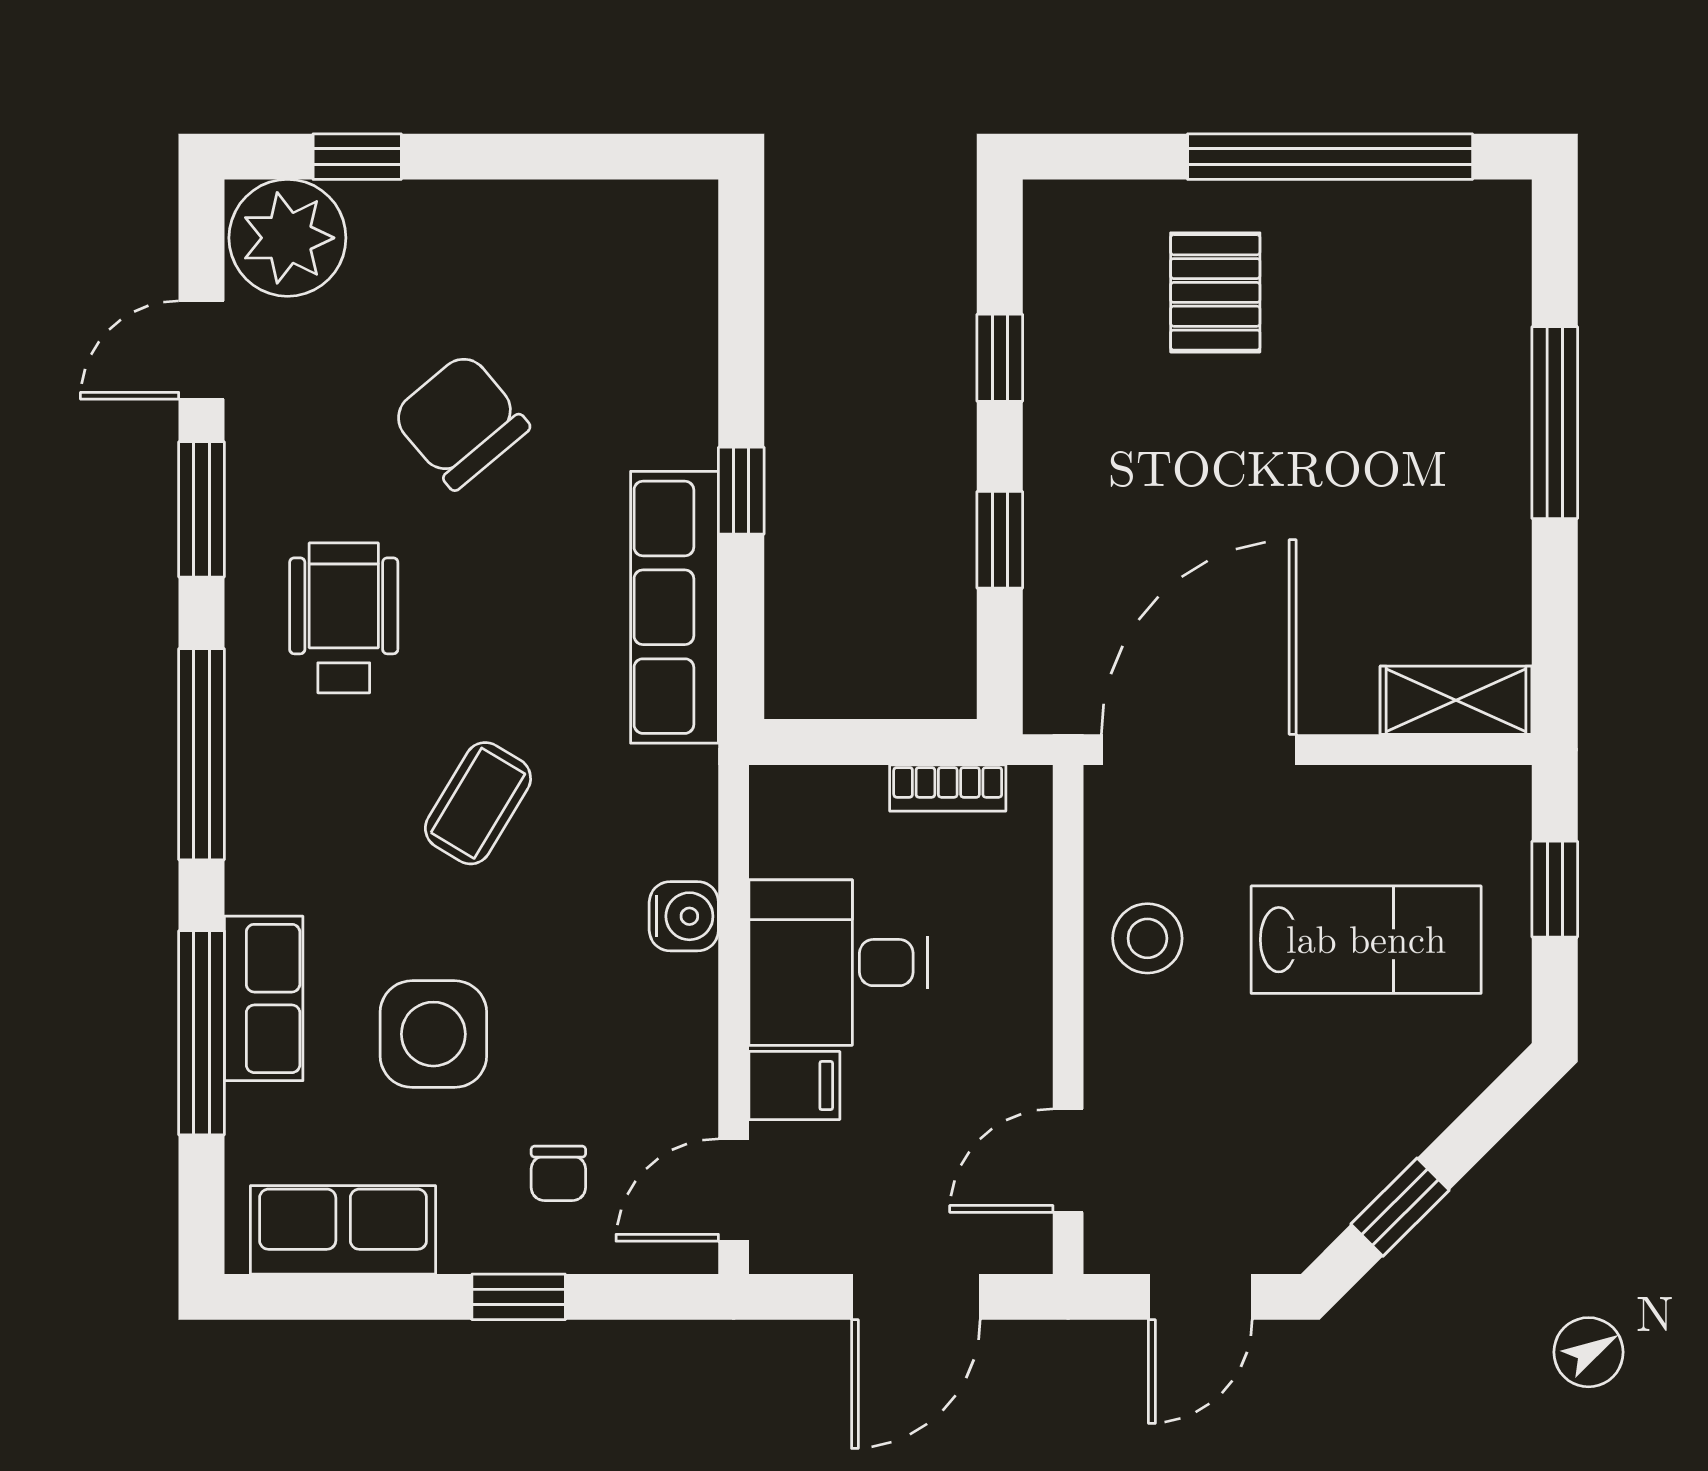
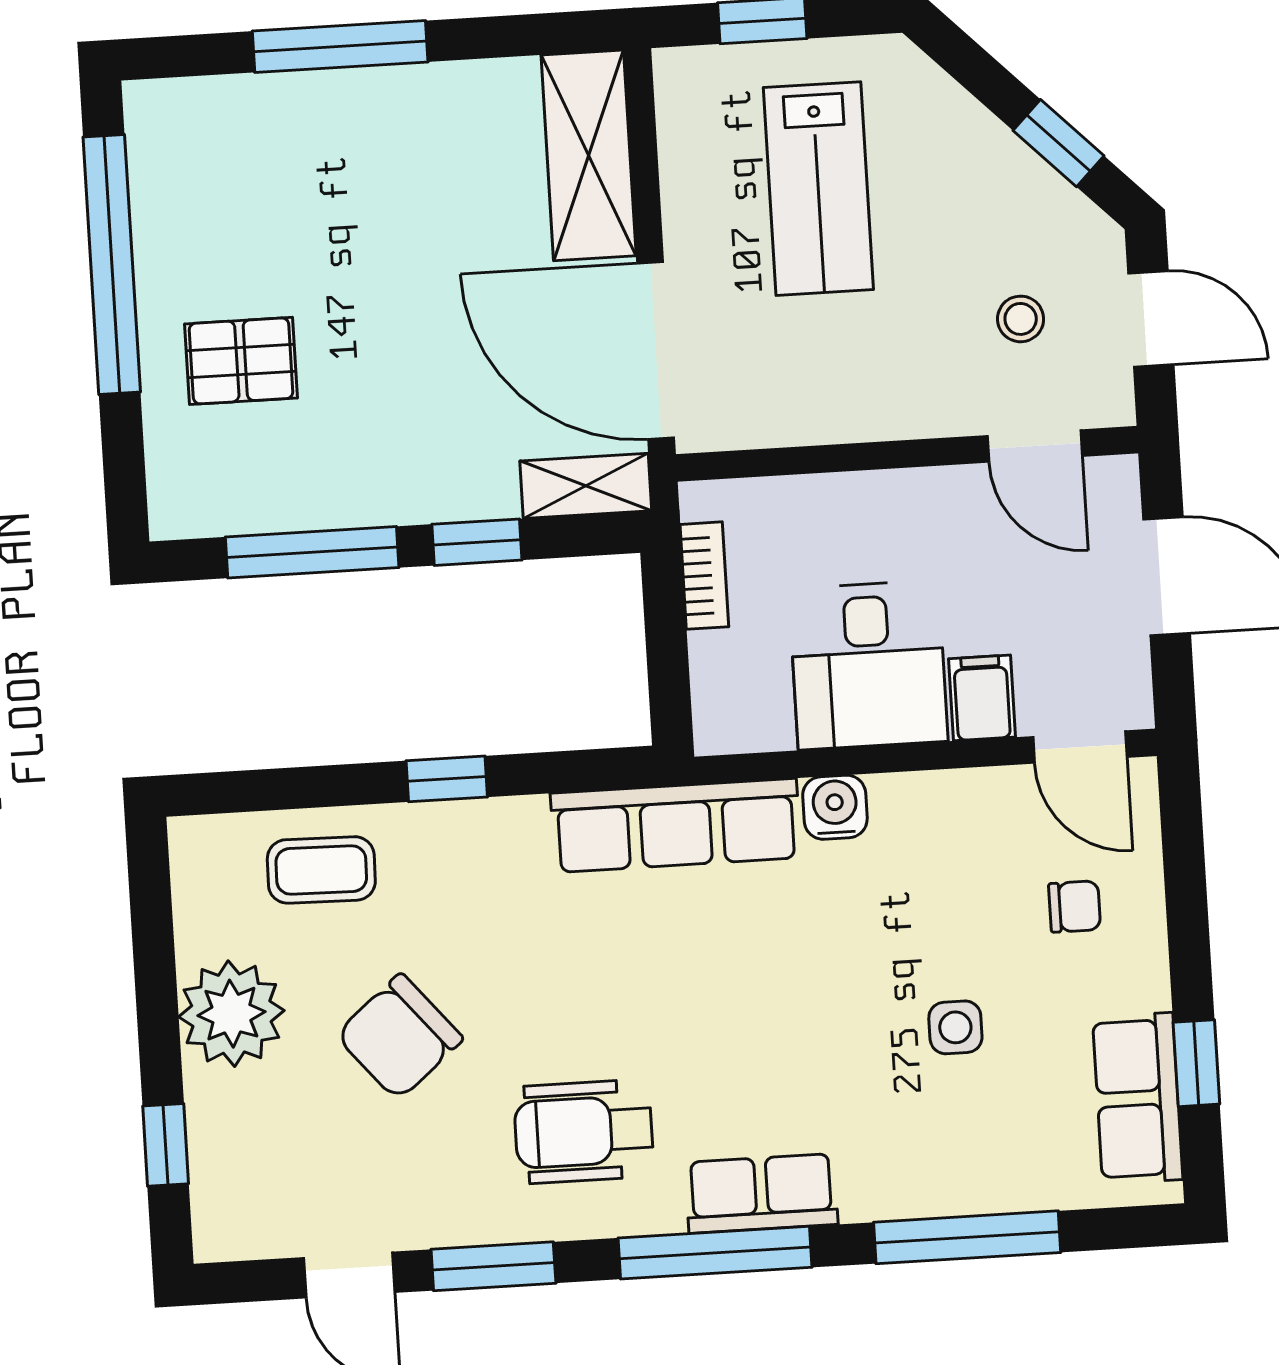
plant: (287, 238) -> (231, 1014), moved
window: (1000, 358) -> (312, 552), width x2.17
row of seats: (674, 607) -> (676, 825), moved
shelving: (1054, 663) -> (586, 486), added
shelving: (1456, 700) -> (589, 155), width x1.50, depth x1.33
coffee table: (478, 803) -> (321, 870), moved, turned -30
stool: (1147, 938) -> (1021, 319), moved, width x0.73, depth x0.73
lab bench: (1366, 940) -> (818, 189), turned 180
row of seats: (264, 998) -> (761, 1193), moved
side table: (433, 1034) -> (955, 1027), width x0.54, depth x0.54
window: (519, 1297) -> (1196, 1063), moved

